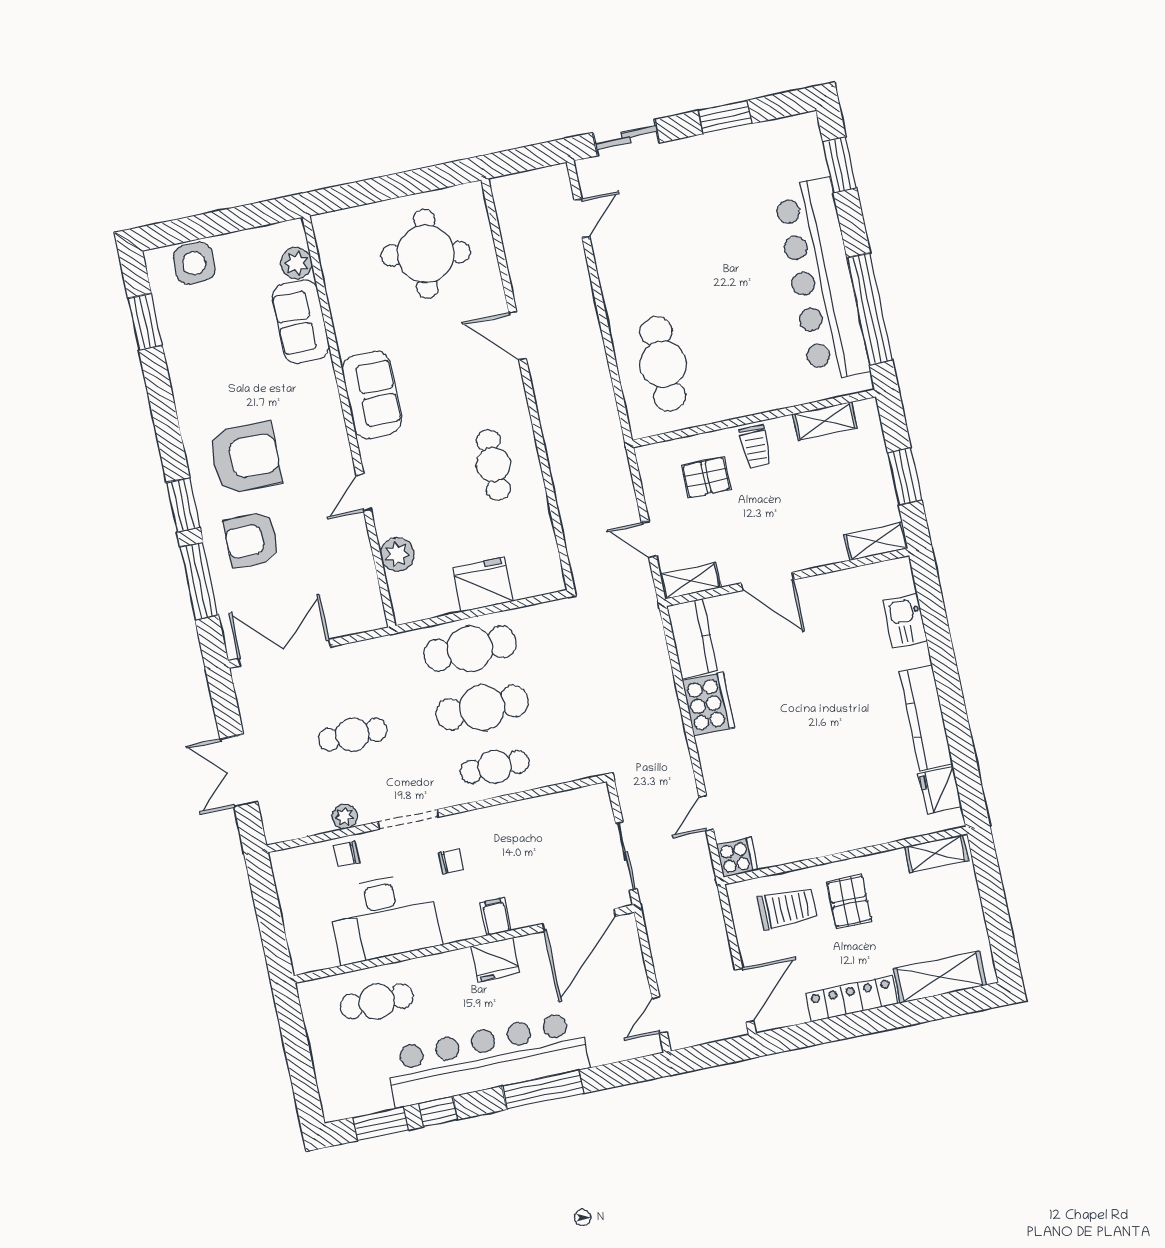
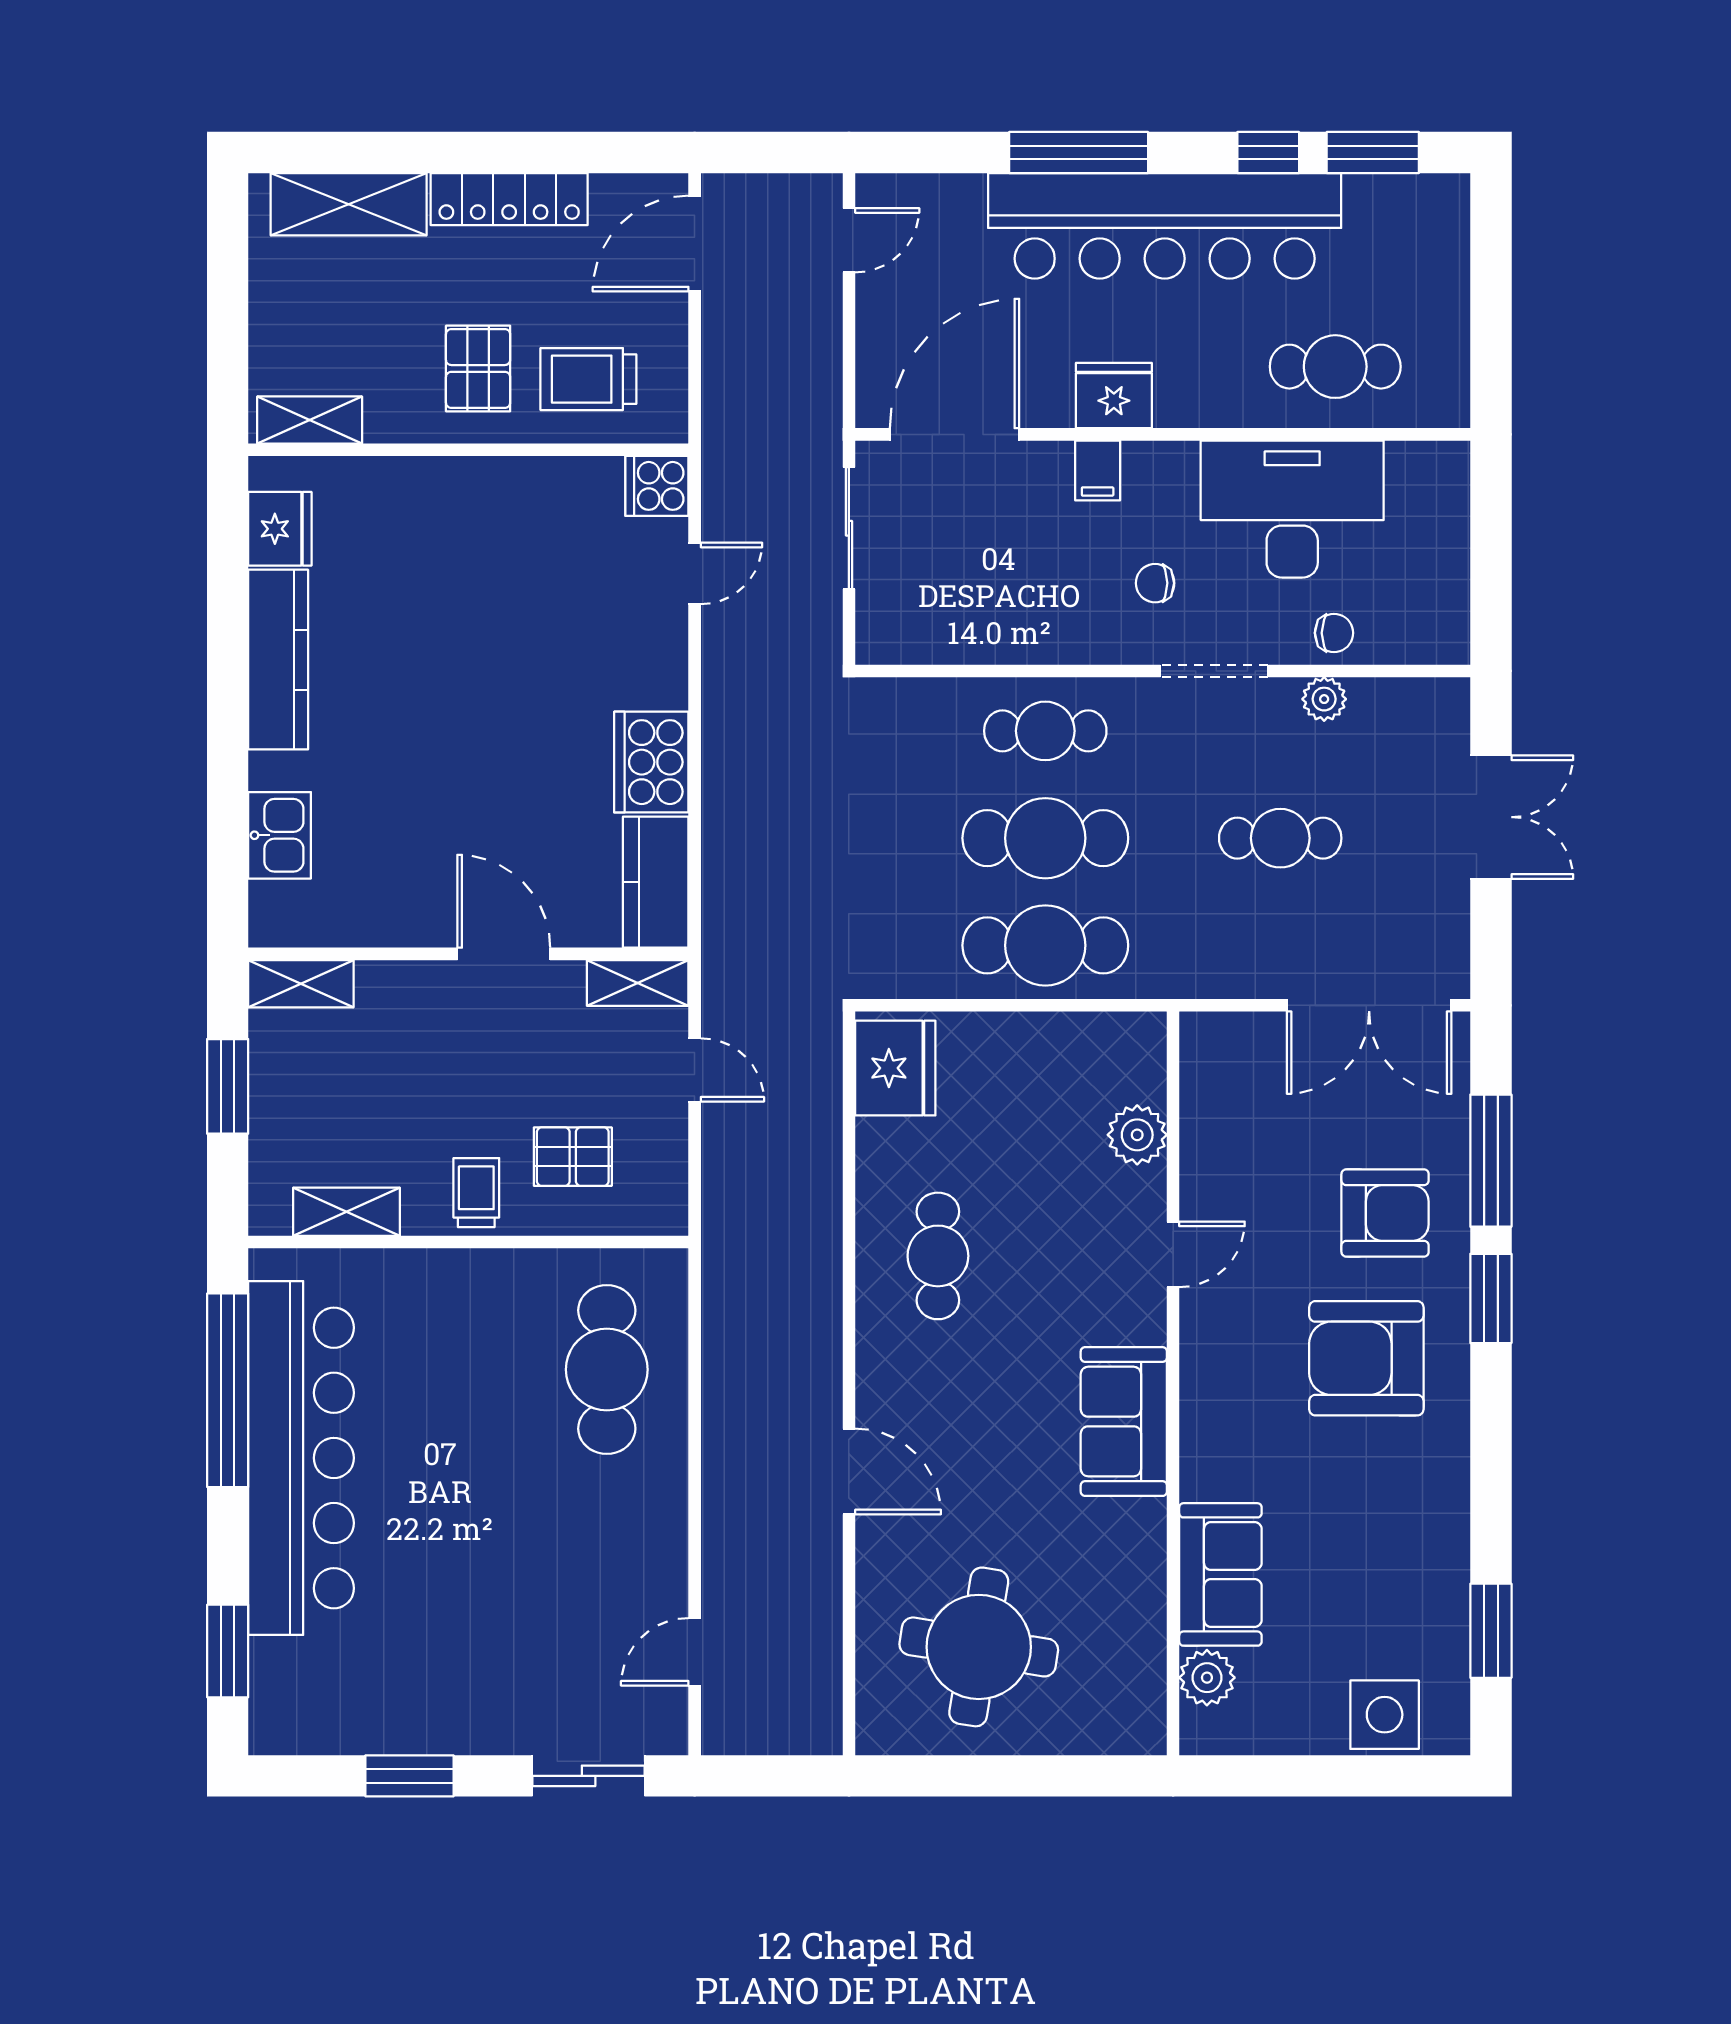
fridge: (483, 585) -> (895, 1068), moved, turned -90

